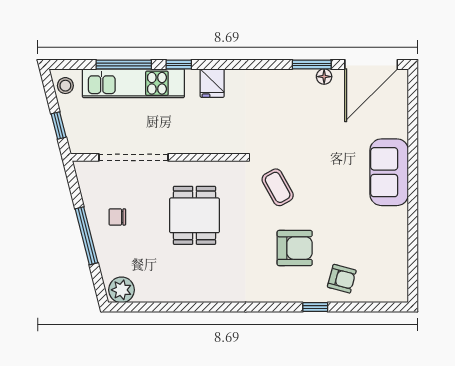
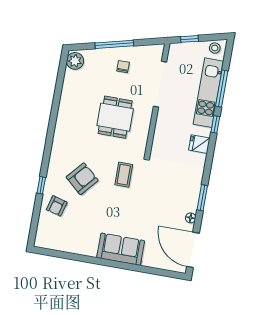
window: (312, 64) -> (202, 198), moved
coffee table: (278, 187) -> (124, 175), turned -61
dining table: (195, 215) -> (115, 117), turned 90
armchair: (295, 248) -> (82, 179), turned -139

